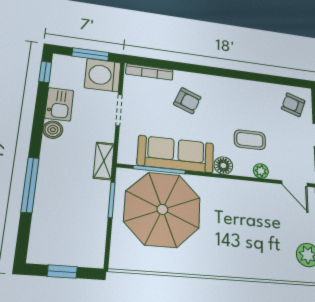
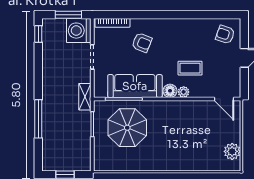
kitchen sink: (59, 104) -> (51, 58), removed
boiler: (53, 130) -> (48, 78), removed
plant: (261, 171) -> (184, 92), moved
parasol: (162, 209) -> (127, 128), width x0.73, depth x0.73

